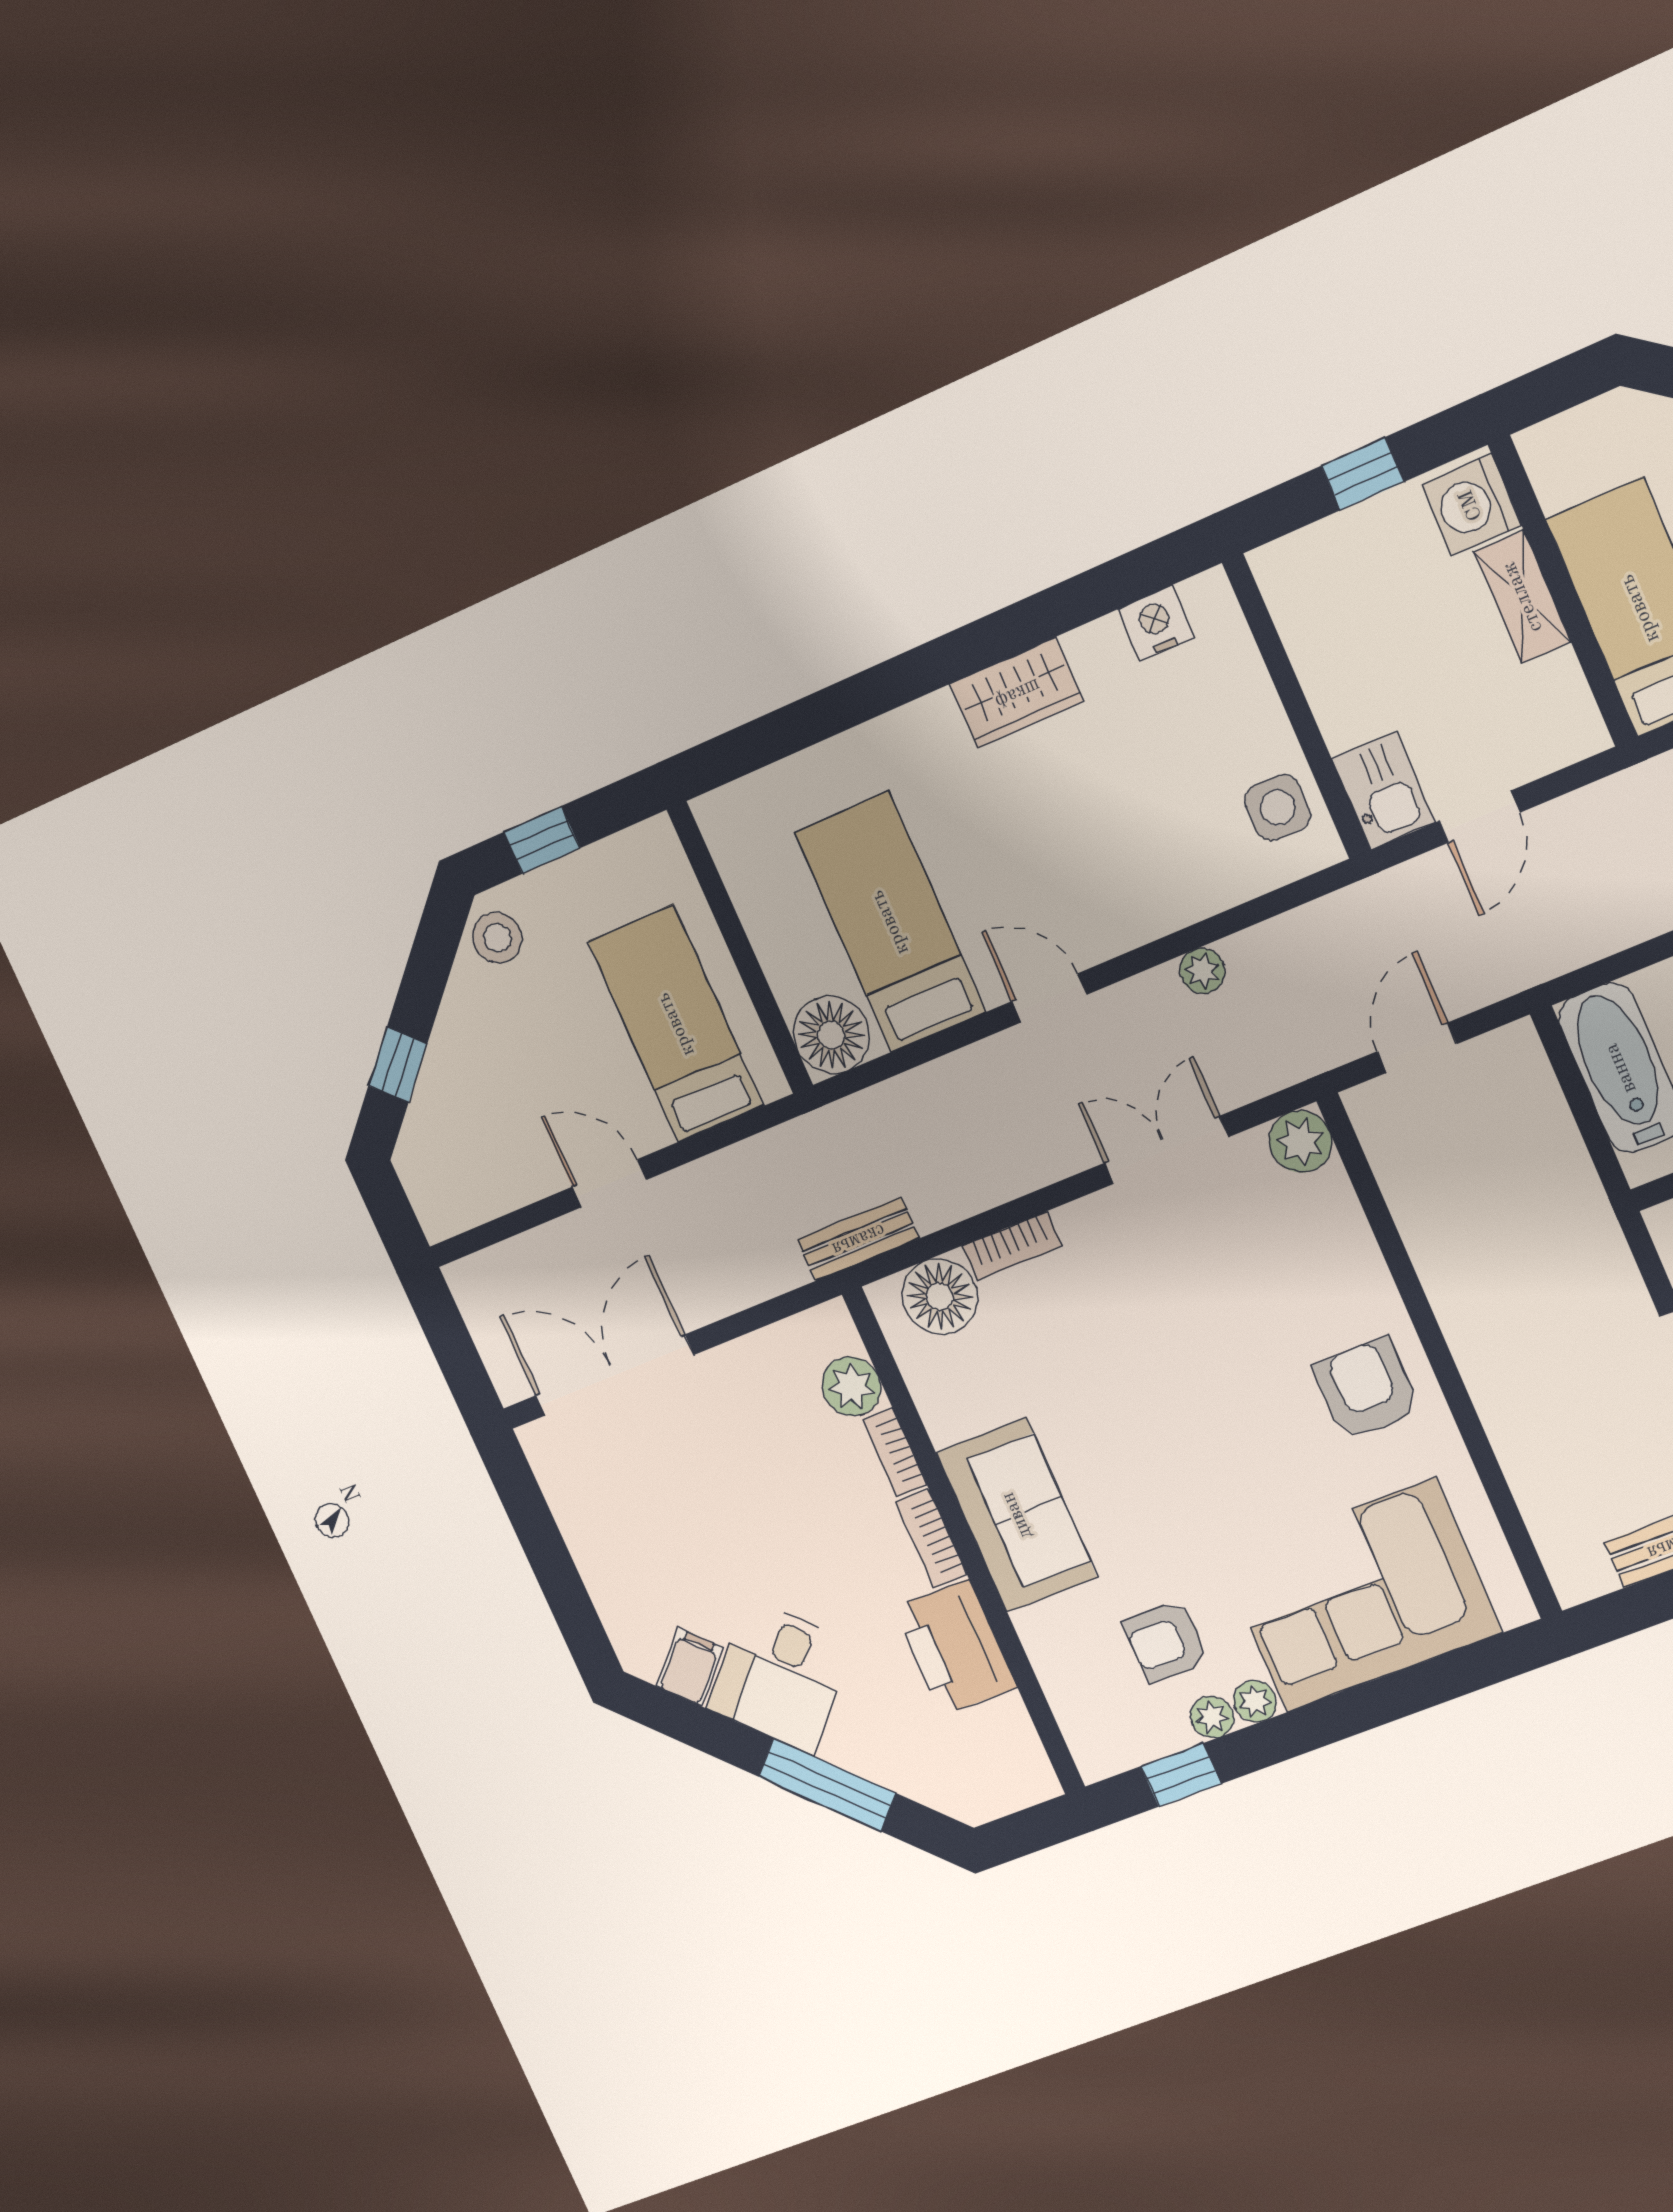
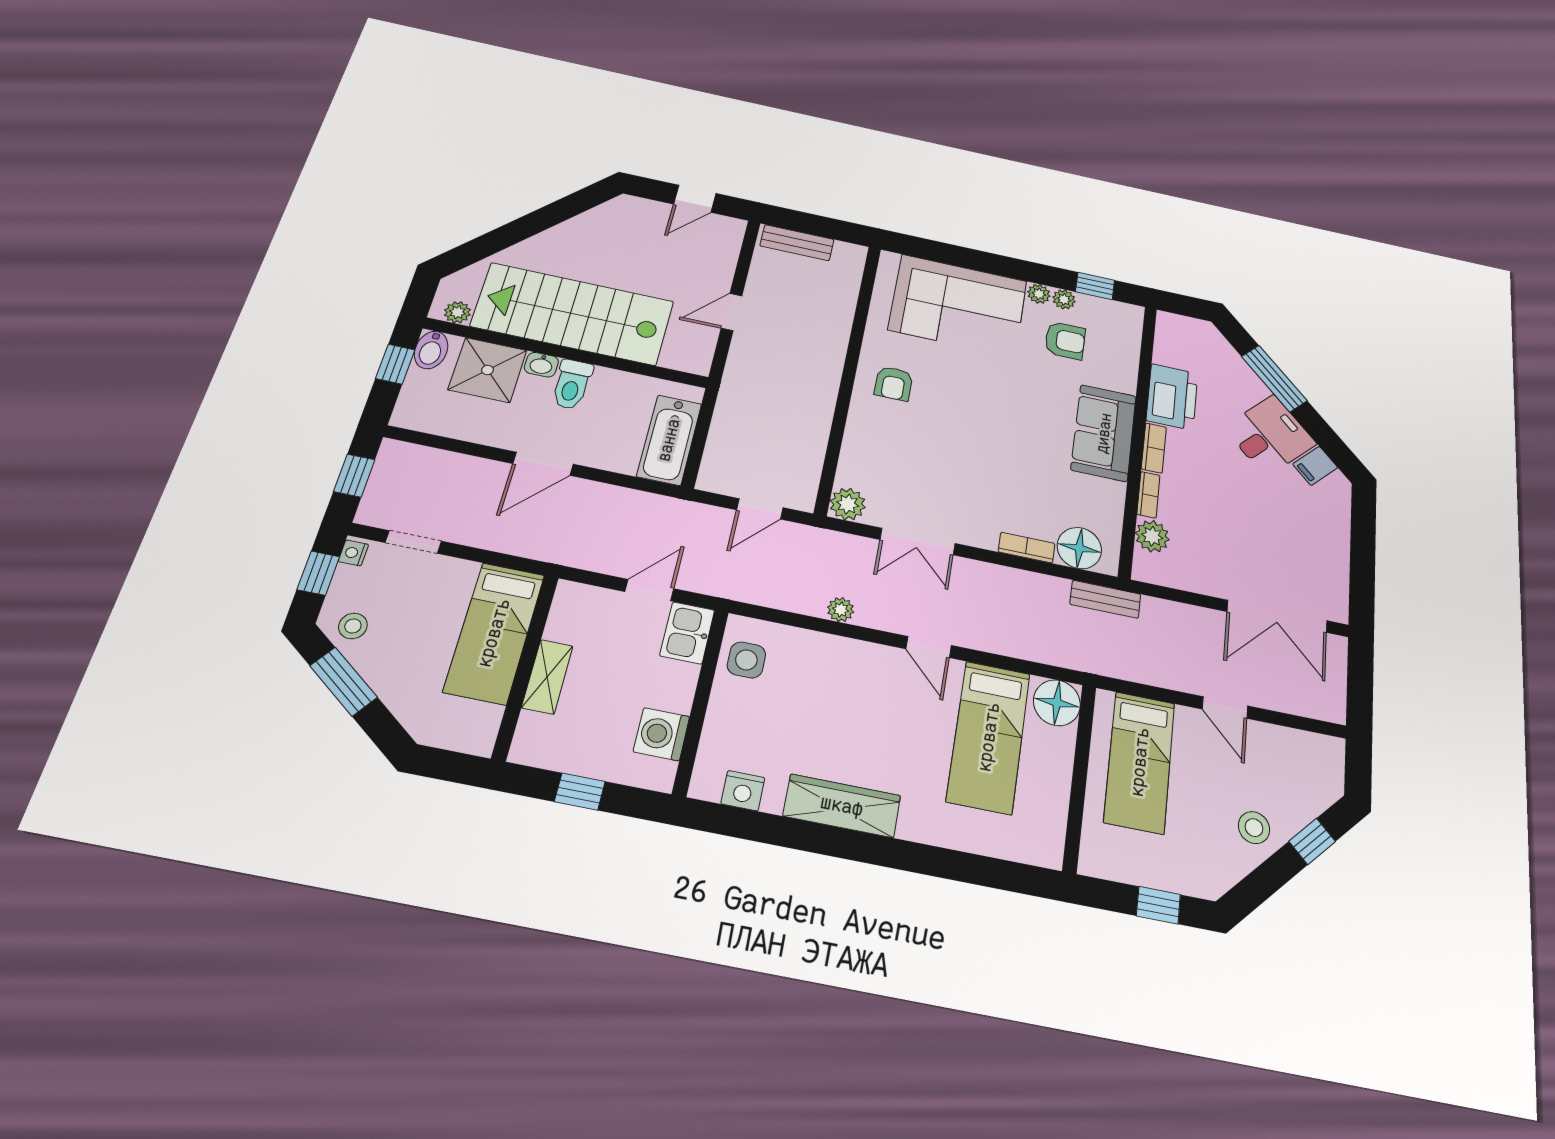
washing machine: (1471, 505) -> (661, 734), moved, turned 180
wardrobe: (1017, 693) -> (842, 806), width x1.50
stool: (497, 938) -> (1254, 828), moved
armchair: (1366, 1389) -> (894, 384), width x0.72, depth x0.72

